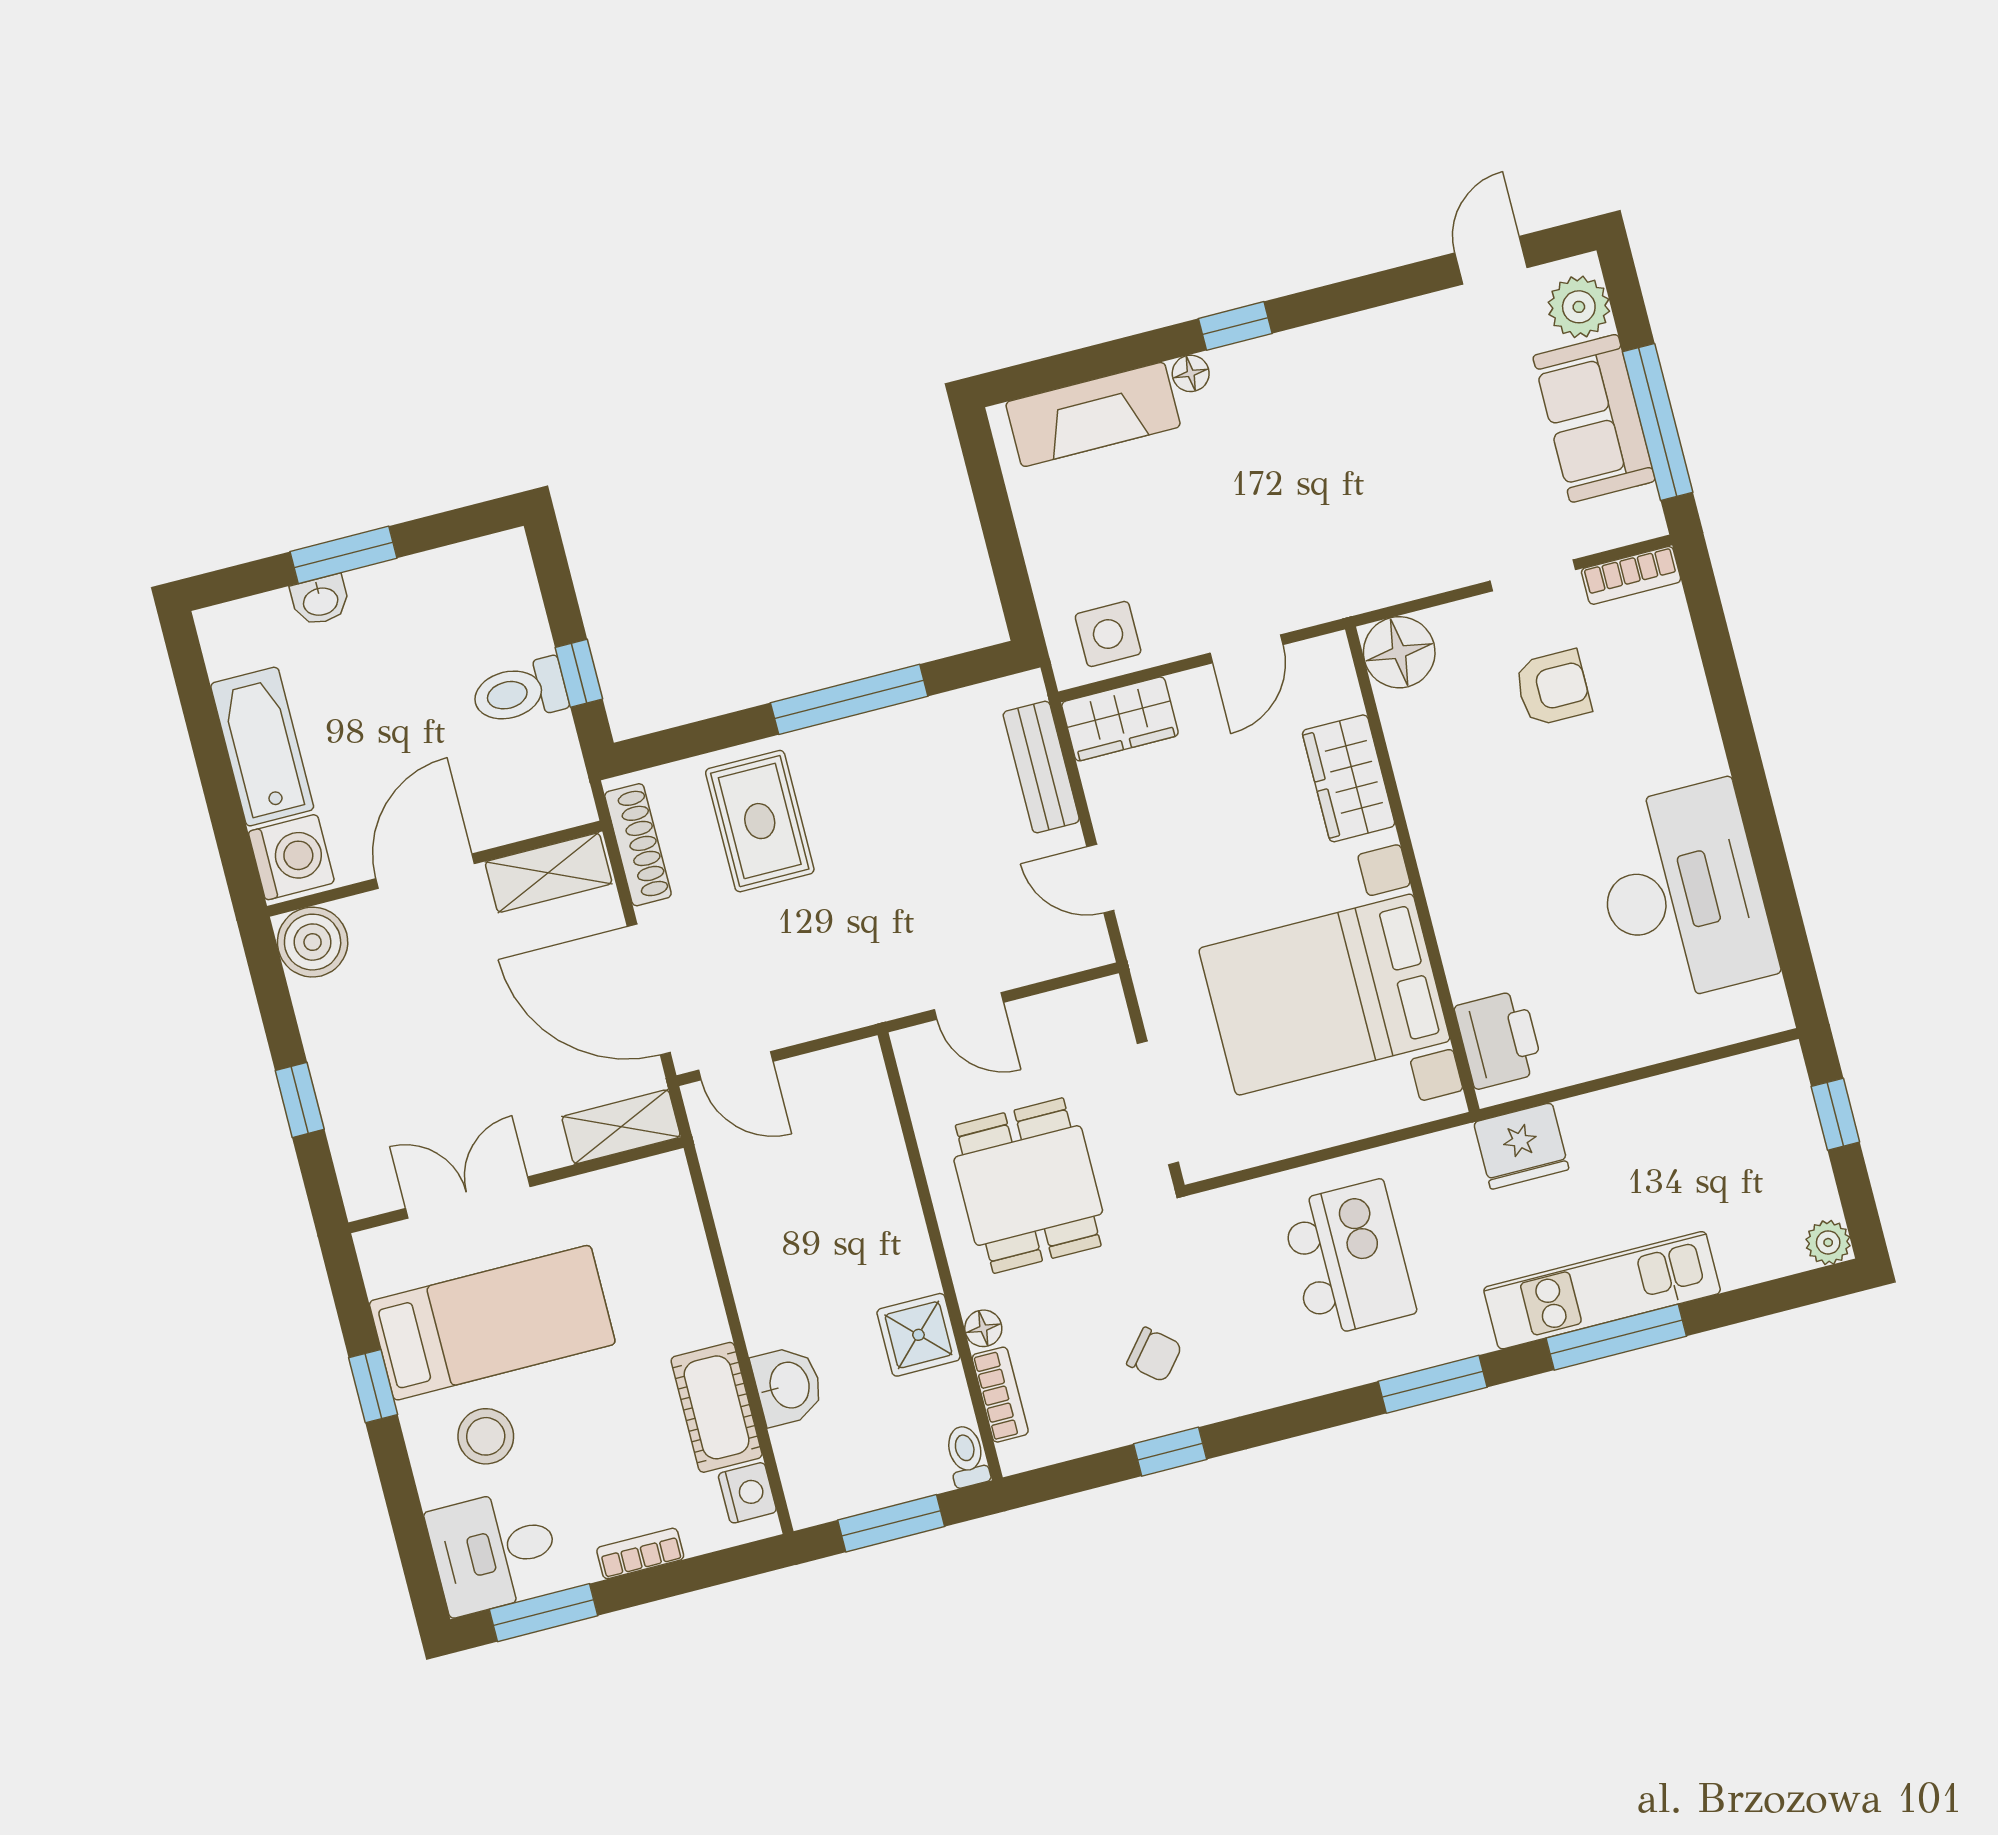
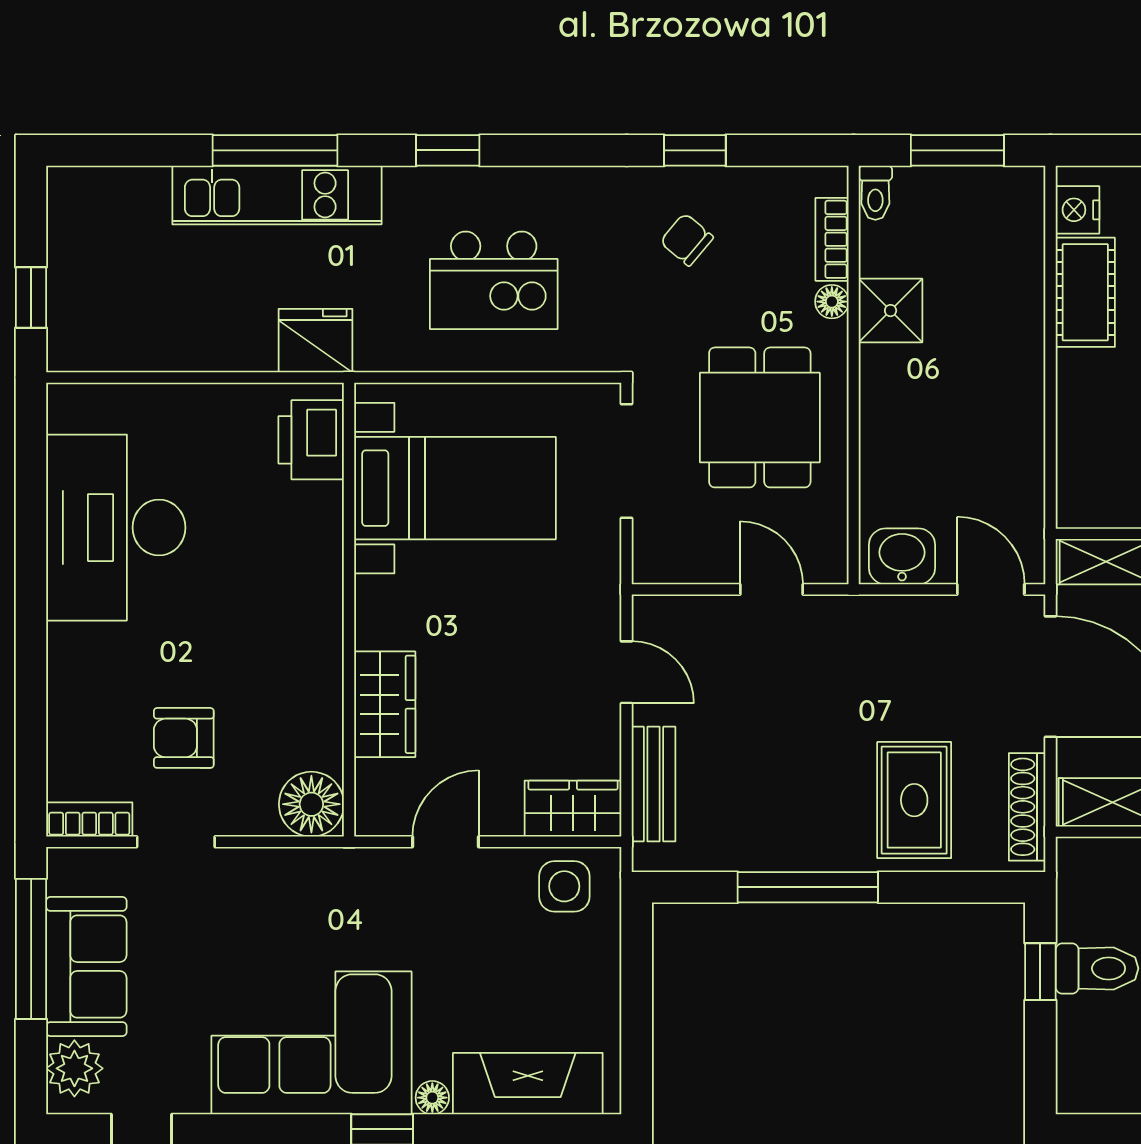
corner sofa: (1334, 399) -> (311, 1043), added
bed with nightstands: (1324, 995) -> (455, 488), width x0.73
plant: (1828, 1242) -> (67, 186), removed
kitchen island: (1348, 1259) -> (494, 280), turned -90
window: (1433, 1384) -> (448, 150), width x0.67
washbasin: (788, 1386) -> (902, 556), moved, turned 90

